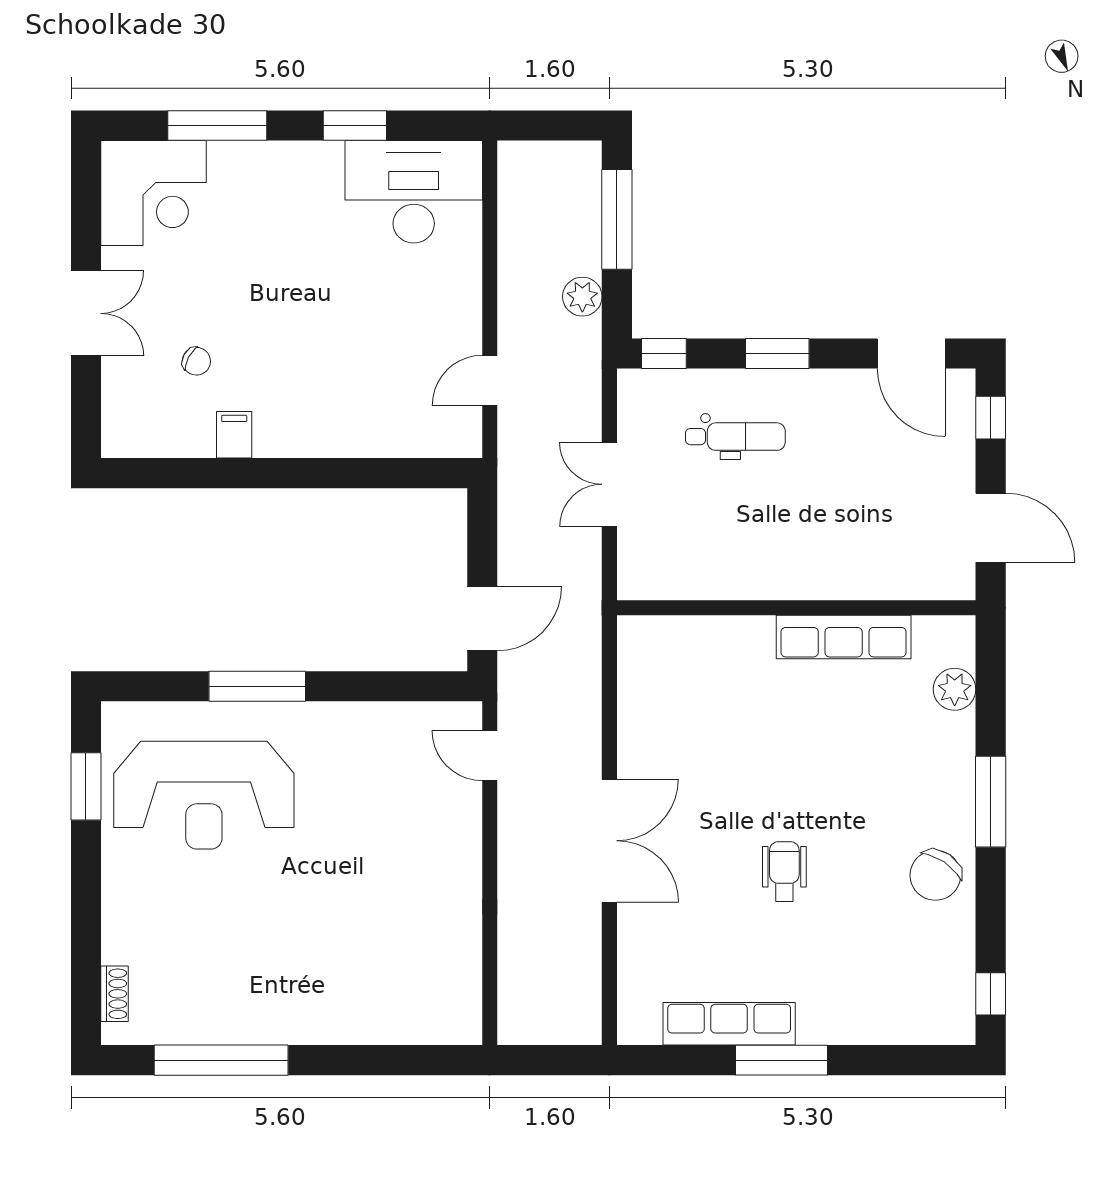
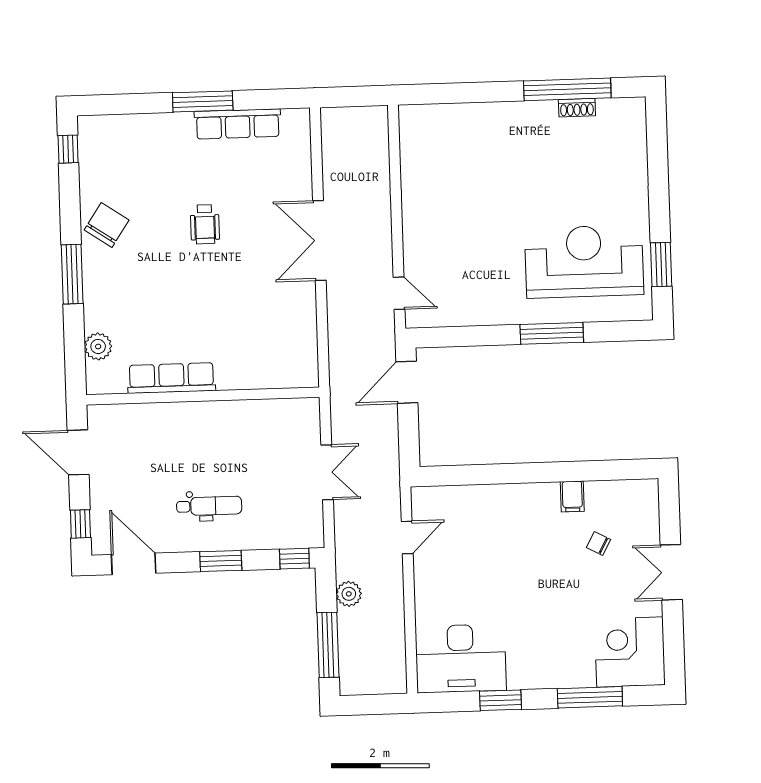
dental chair: (735, 437) -> (209, 506), moved, turned 180
shoe rack: (115, 994) -> (577, 108), moved, turned -90

